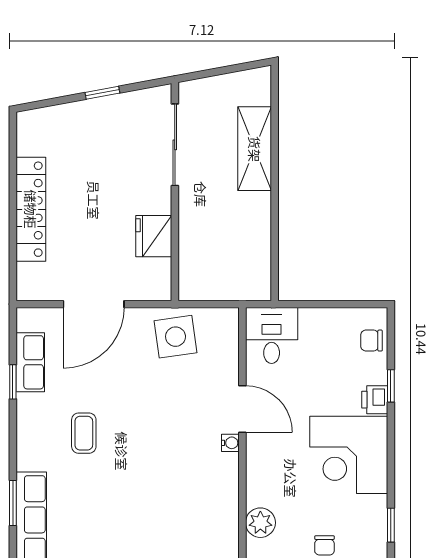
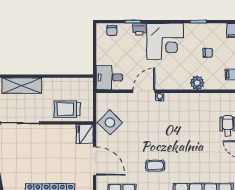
fridge: (154, 236) -> (85, 134), moved, turned 90
trolley: (204, 245) -> (67, 109), added
side table: (176, 337) -> (110, 123), turned -38

